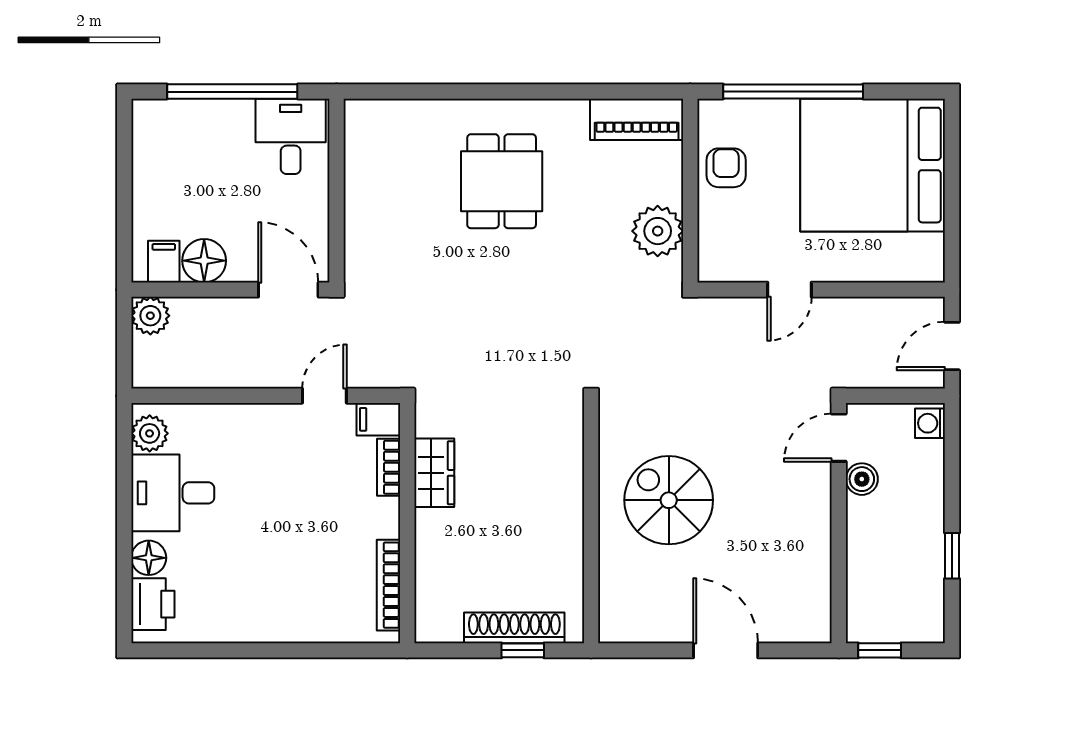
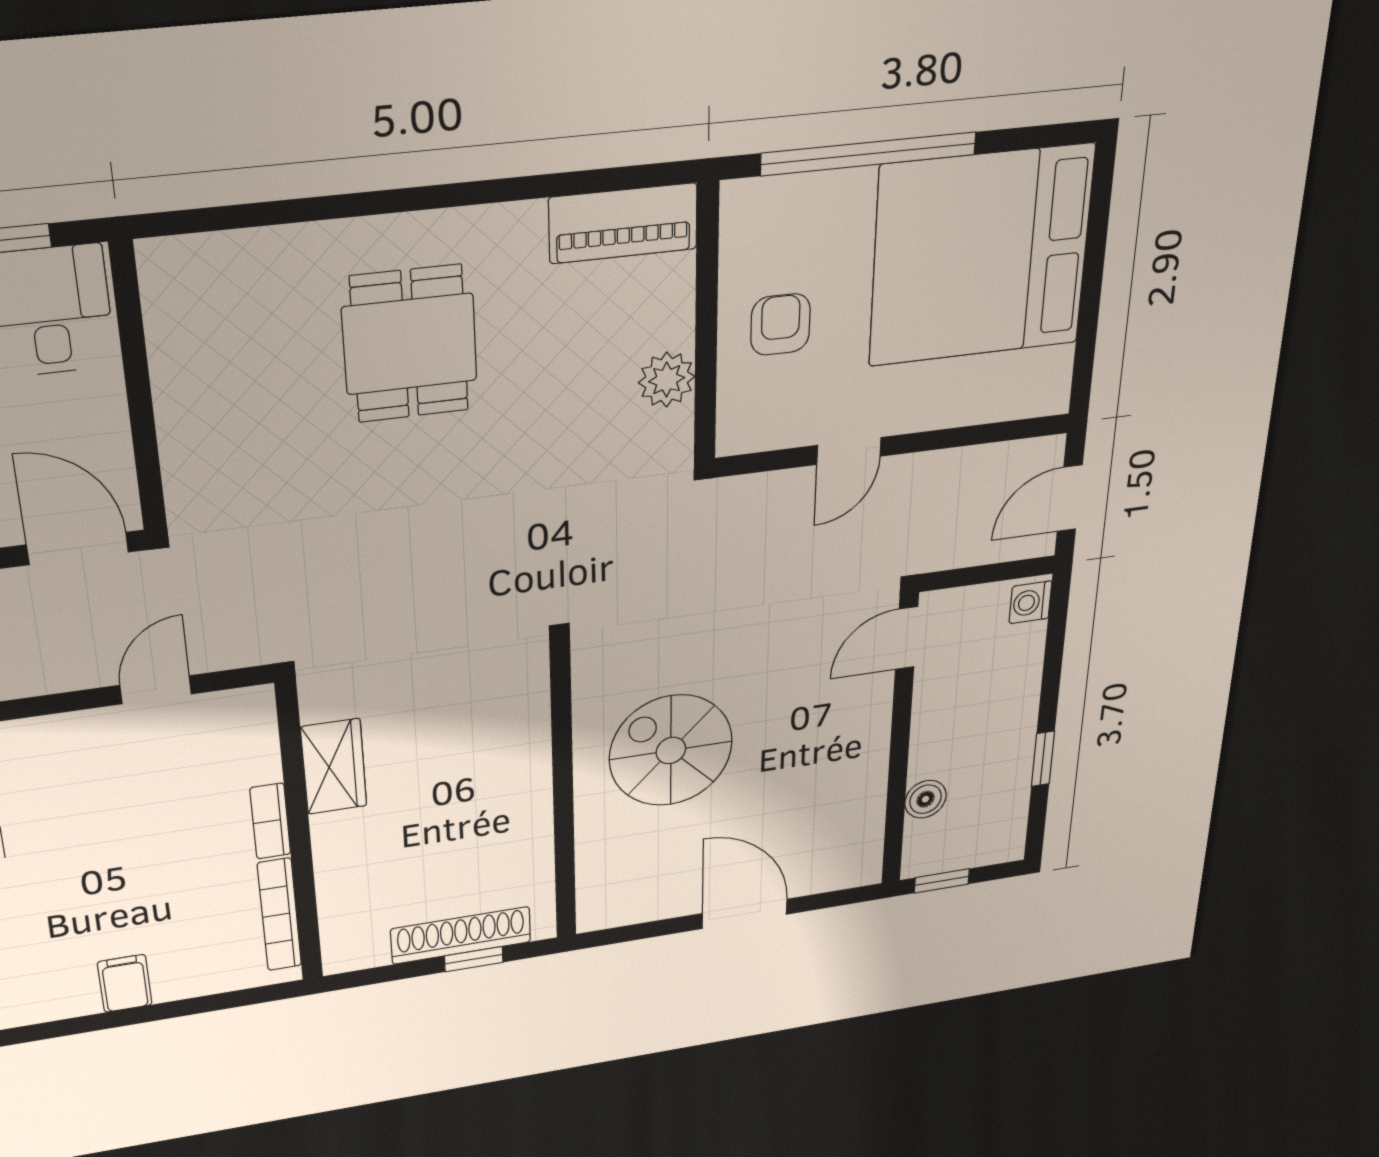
armchair: (726, 168) -> (780, 324), moved
plant: (658, 231) -> (667, 380), width x0.73, depth x0.73
filing cabinet: (378, 419) -> (125, 983), moved, turned 90
bookcase: (389, 467) -> (270, 821), moved
boiler: (862, 479) -> (926, 799), moved

